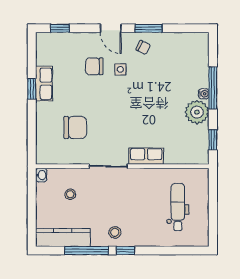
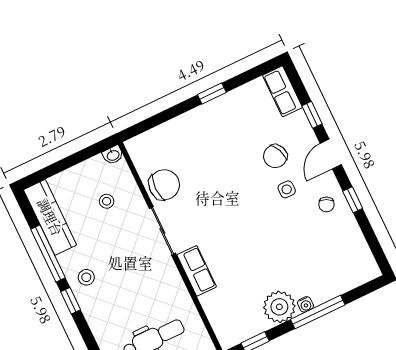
window: (60, 28) -> (312, 115), moved
window: (149, 28) -> (353, 200), width x0.67
chair: (94, 66) -> (275, 156), turned -113
row of seats: (44, 84) -> (282, 91), moved, turned 90
chair: (75, 127) -> (164, 185), moved, turned -90

